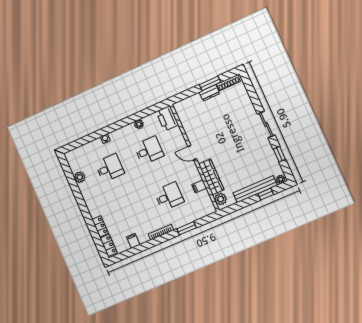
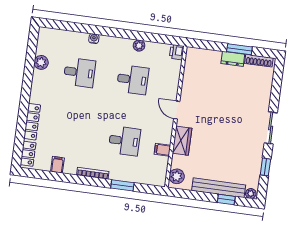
printer: (167, 118) -> (177, 52), width x0.53, depth x0.68
wardrobe: (211, 177) -> (182, 141), width x0.67
locker: (100, 226) -> (32, 122), width x1.53

